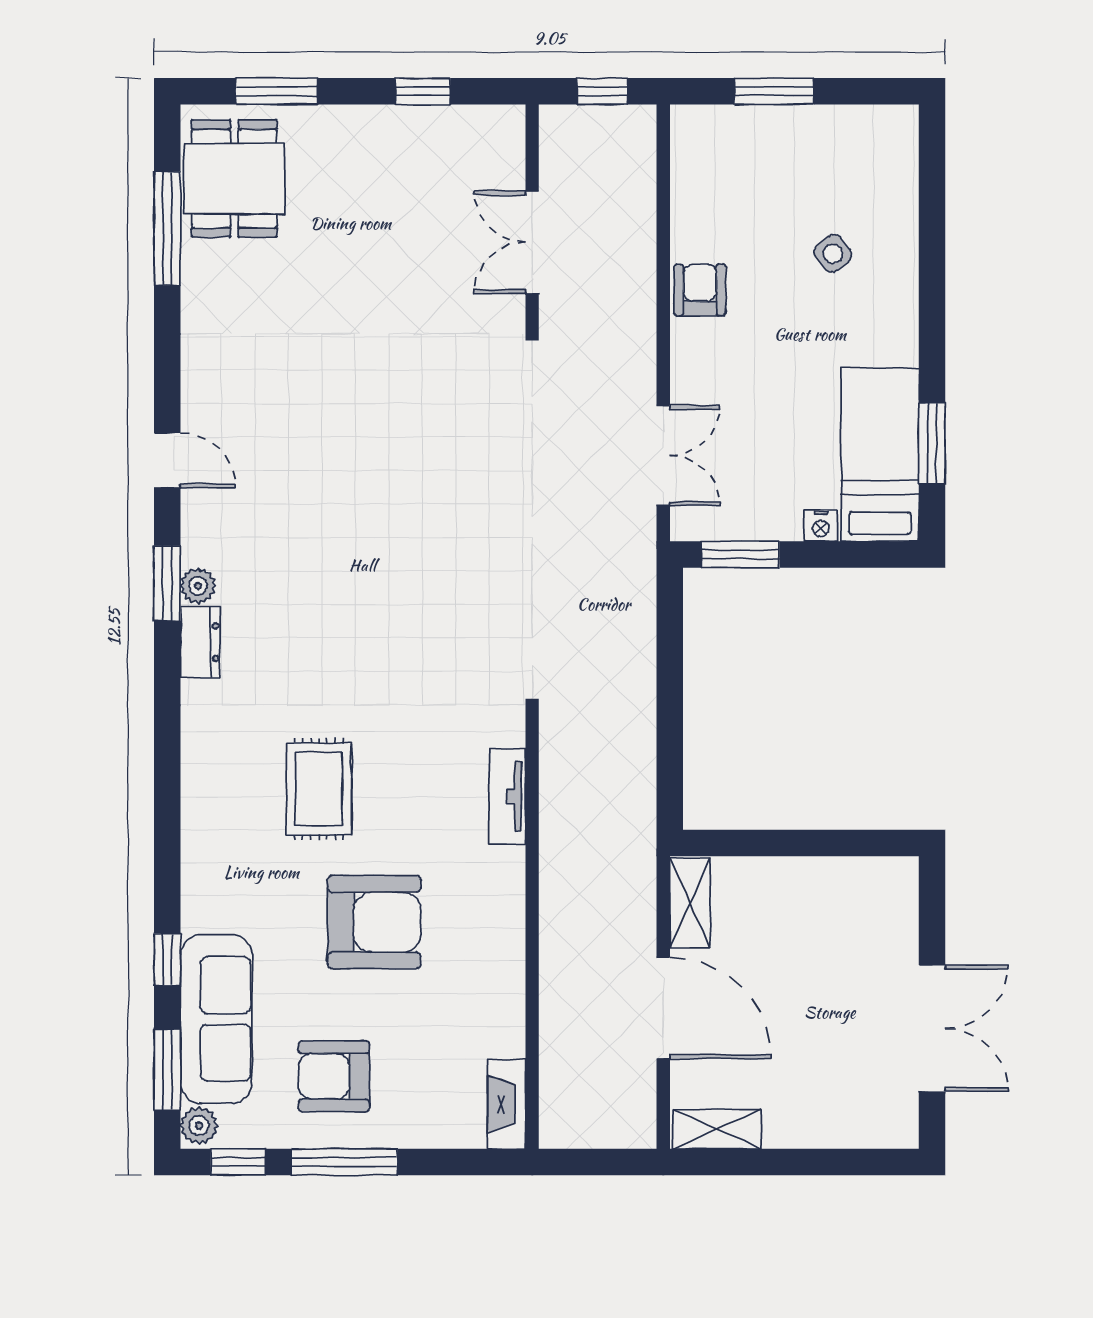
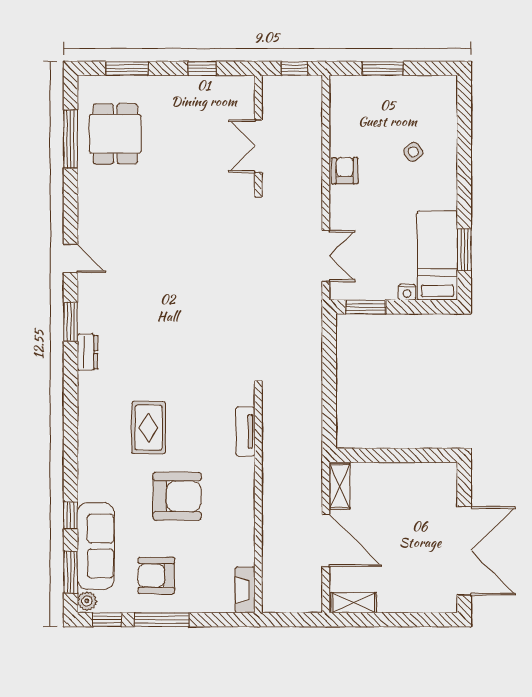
dining table: (234, 178) -> (115, 134), moved
plant: (198, 586) -> (86, 323), removed
double door: (932, 1028) -> (464, 551), width x1.36

